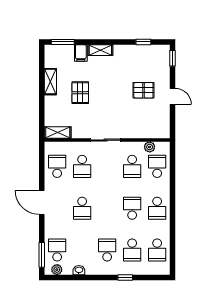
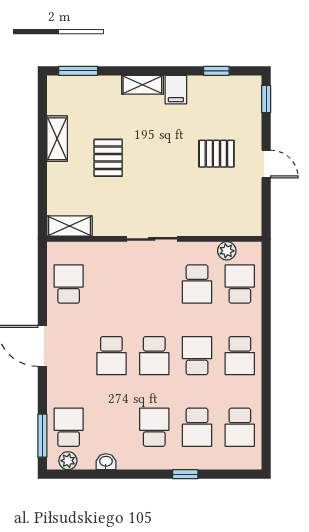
filing cabinet: (81, 53) -> (176, 90), moved
school desk: (82, 166) -> (154, 356), moved

